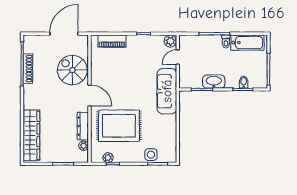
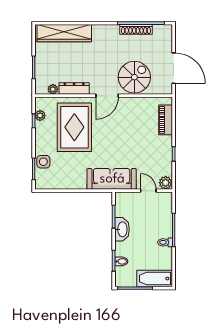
bathtub: (247, 43) -> (155, 279), moved, turned 90

